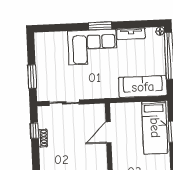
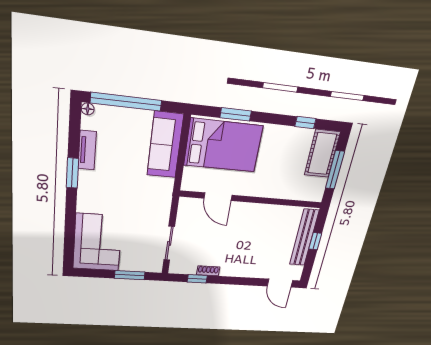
window: (100, 26) -> (72, 173), moved
corner sofa: (92, 47) -> (98, 242), moved
bed: (155, 128) -> (223, 145), width x1.50

